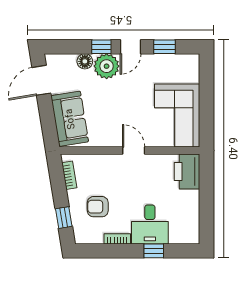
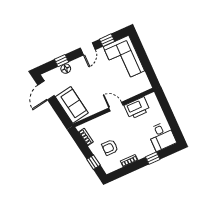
window: (101, 47) -> (62, 61), moved
plant: (107, 66) -> (79, 66), removed
corner sofa: (177, 115) -> (124, 59), moved
printer: (187, 172) -> (137, 108), moved, turned -90
desk: (150, 224) -> (162, 136), moved

